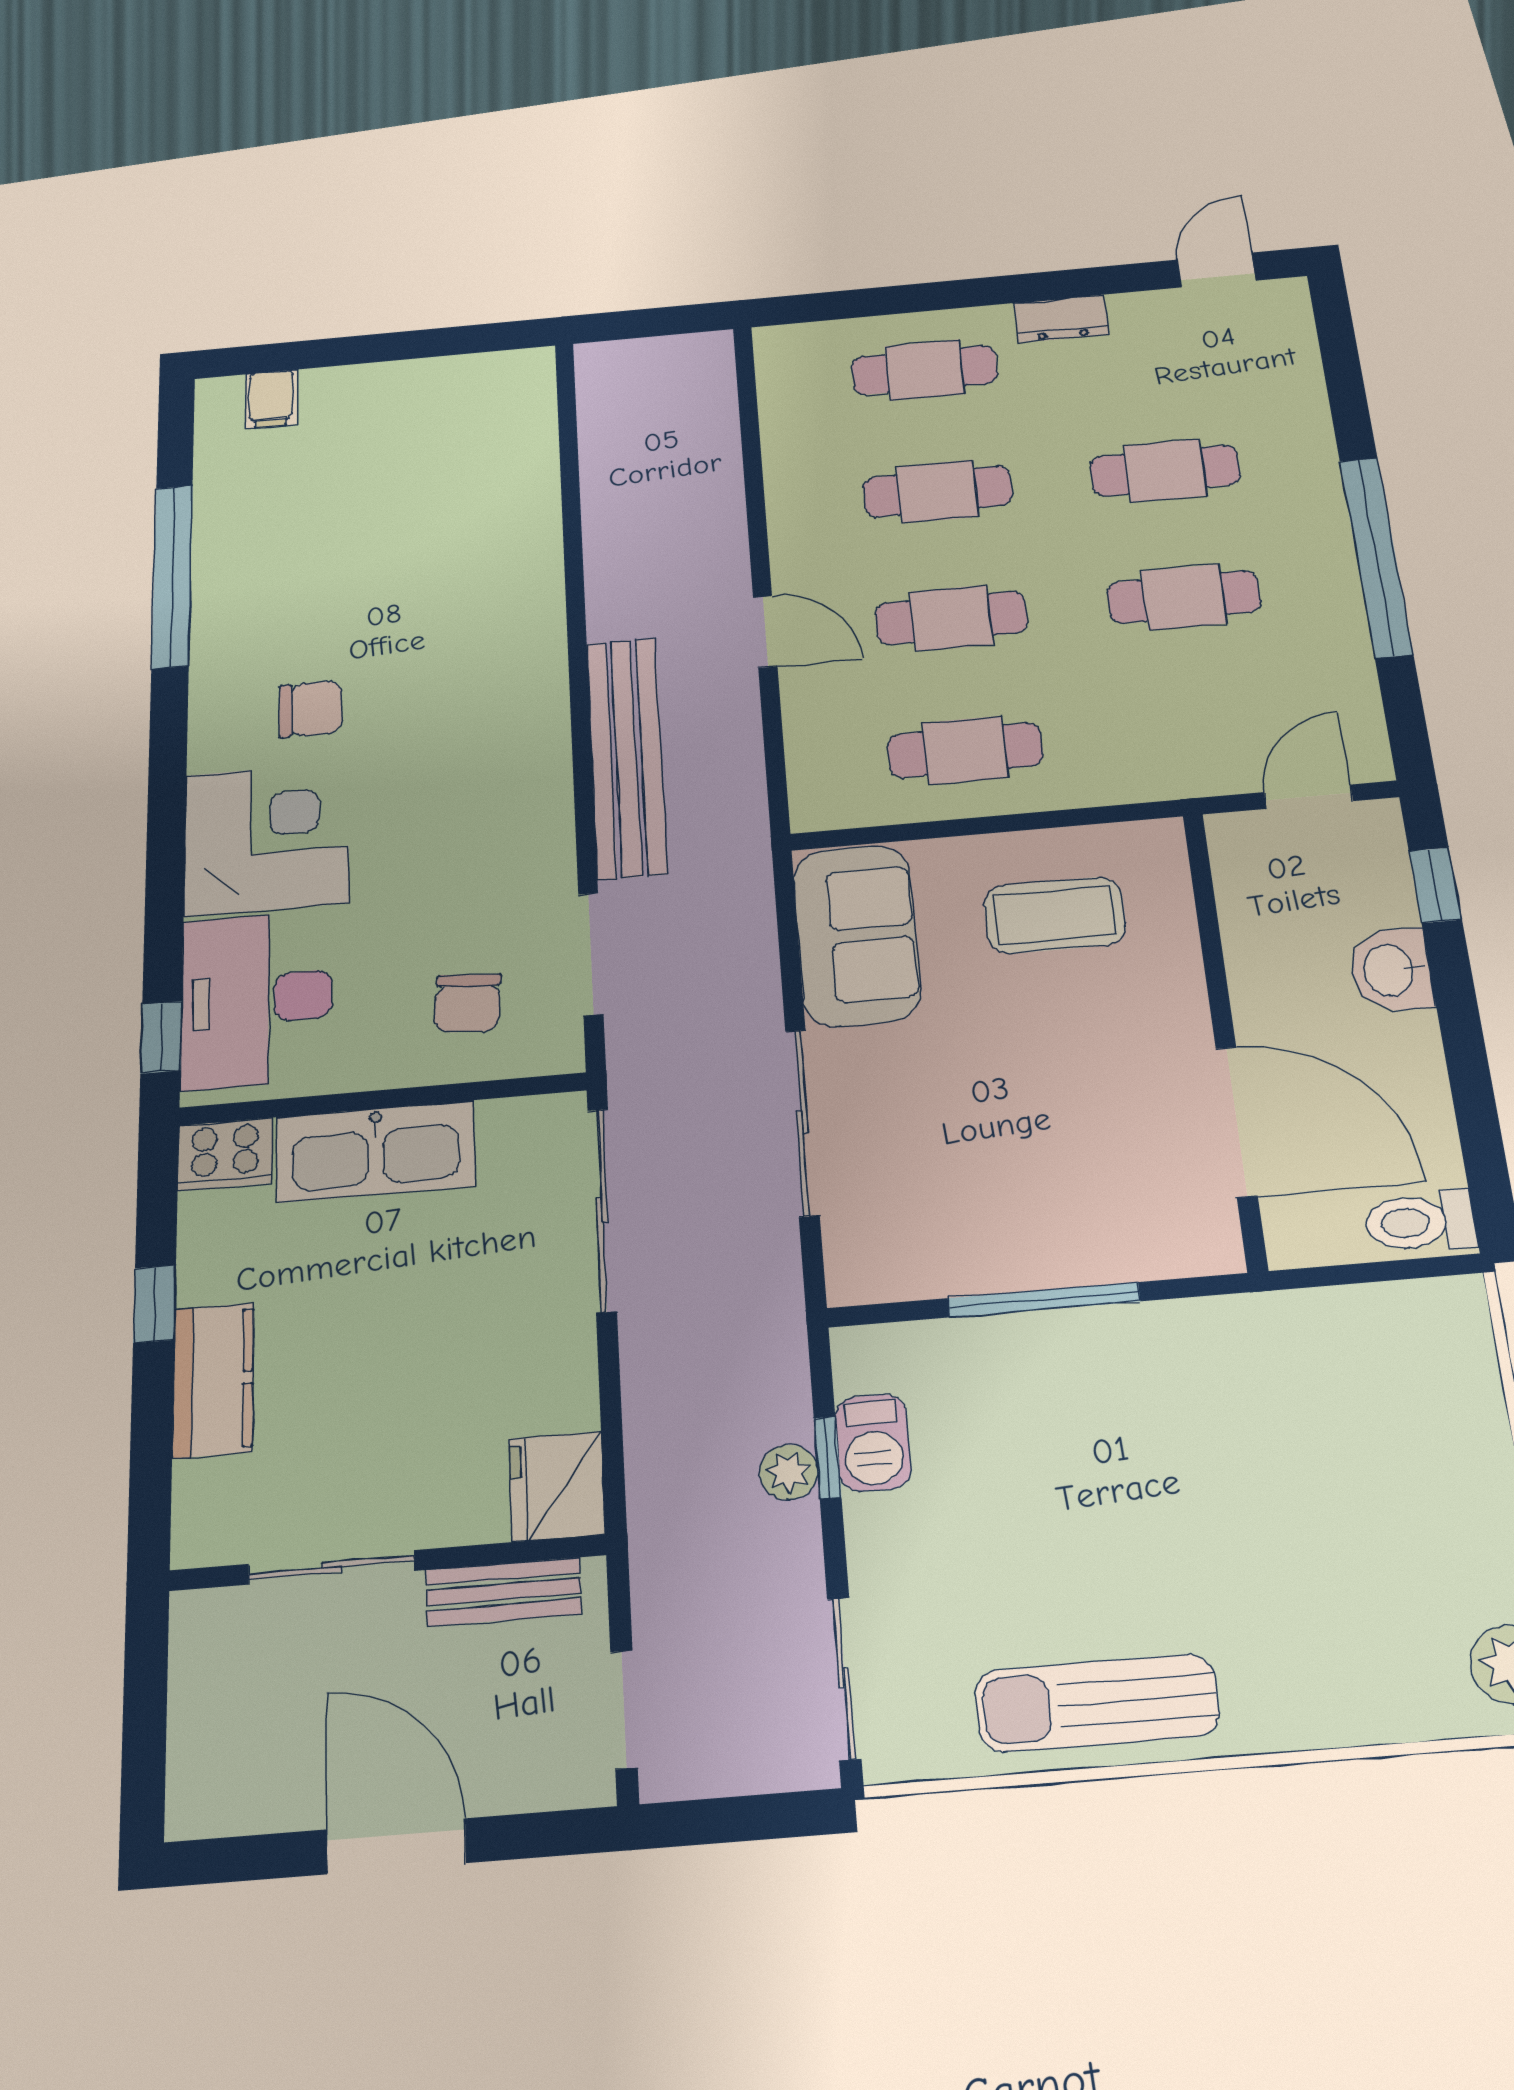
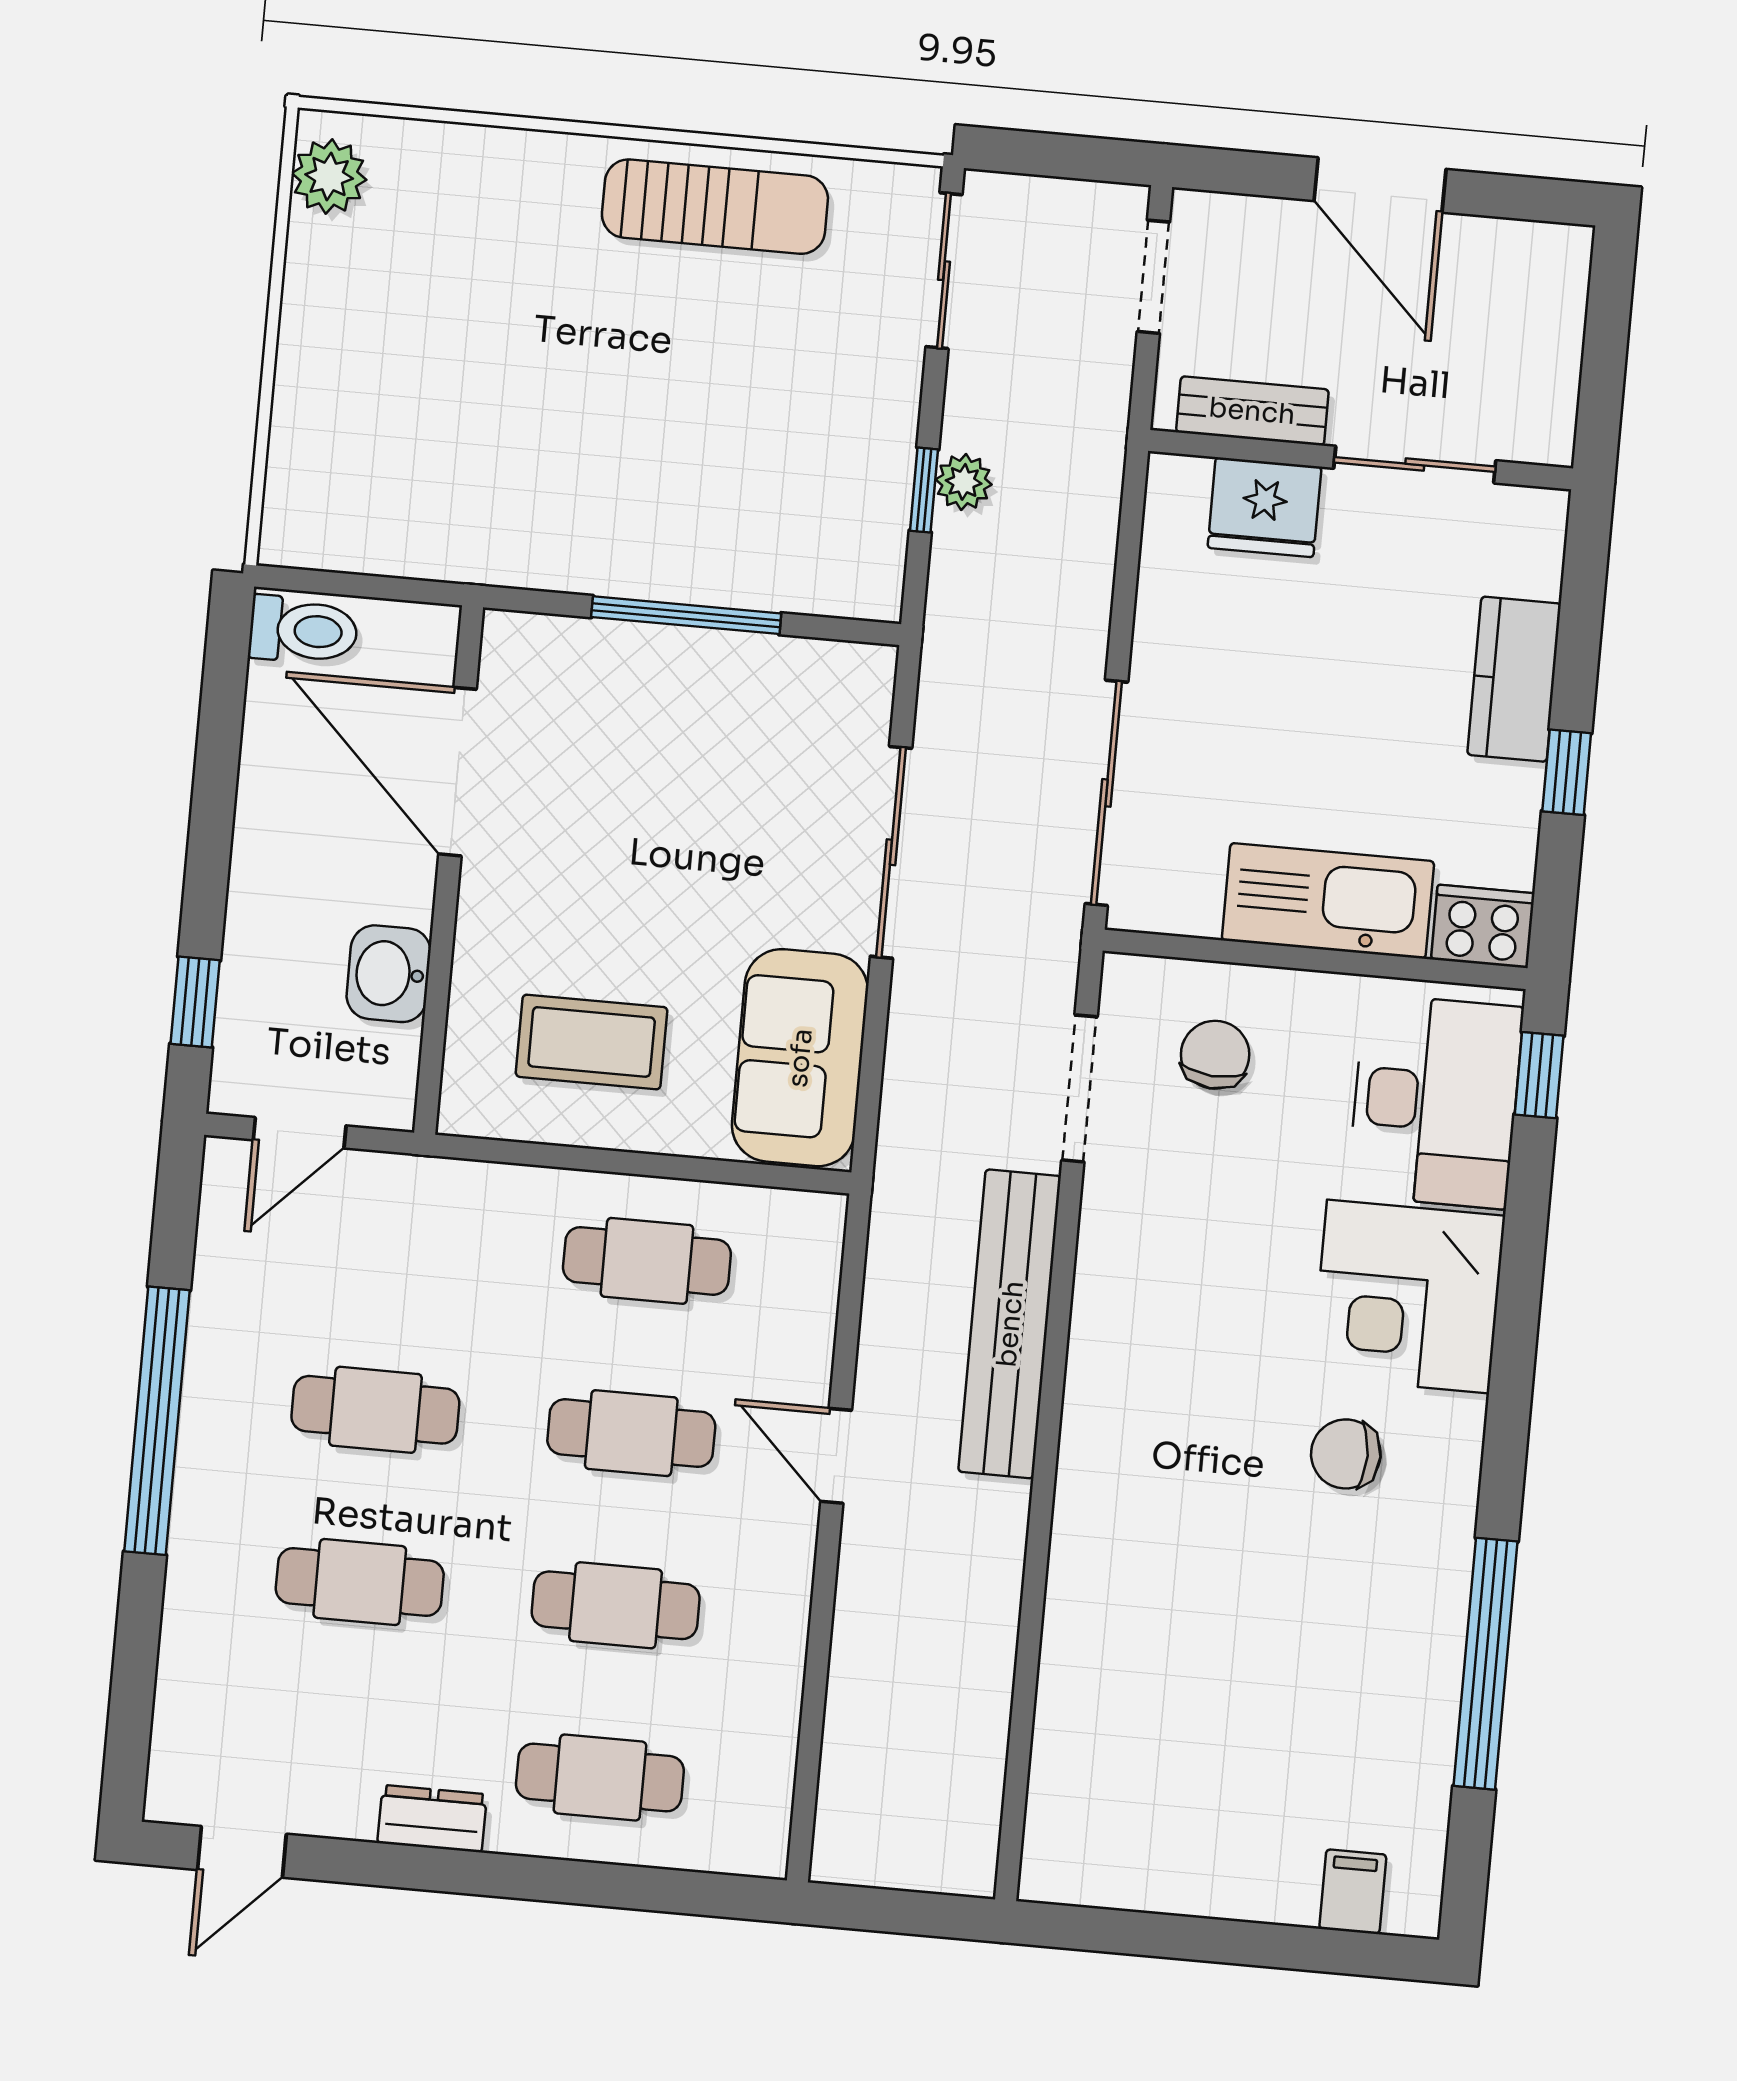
washbasin: (1391, 970) -> (389, 974), moved, turned 180
barbecue: (873, 1443) -> (878, 497), removed
fridge: (557, 1486) -> (1264, 507), moved, turned 90

